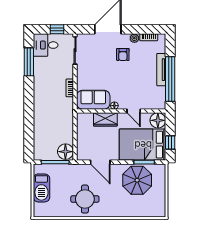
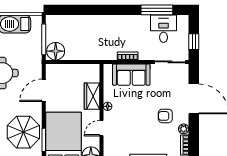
desk: (46, 45) -> (164, 29), moved
sofa: (93, 100) -> (131, 75), moved, turned 90

